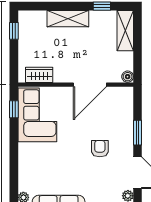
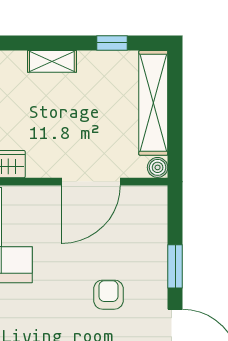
shelving: (68, 19) -> (52, 61), width x0.67, depth x0.75
shelving: (125, 31) -> (153, 103), width x1.47

